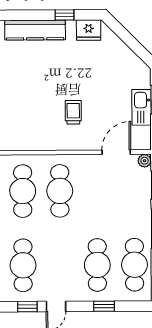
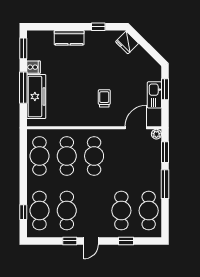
kitchen counter: (35, 30) -> (69, 38), width x0.67
fridge: (89, 30) -> (127, 43), moved, turned 45

